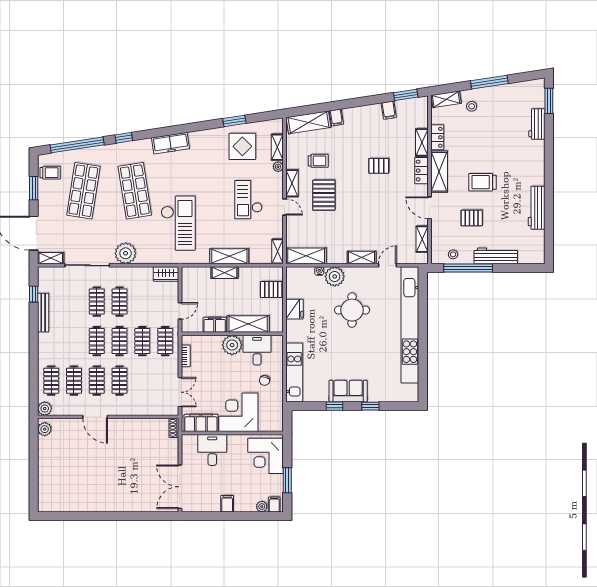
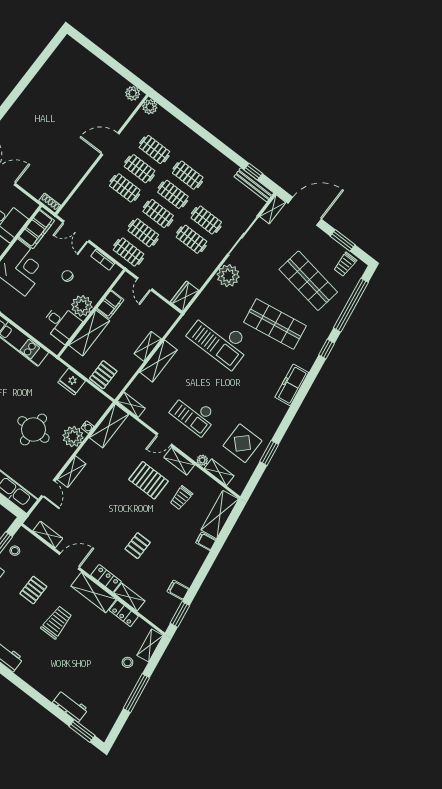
checkout: (248, 200) -> (194, 414), turned 180
bench: (43, 313) -> (254, 185), moved
chair: (265, 380) -> (67, 276), moved
clothes rail: (51, 381) -> (188, 175), moved

